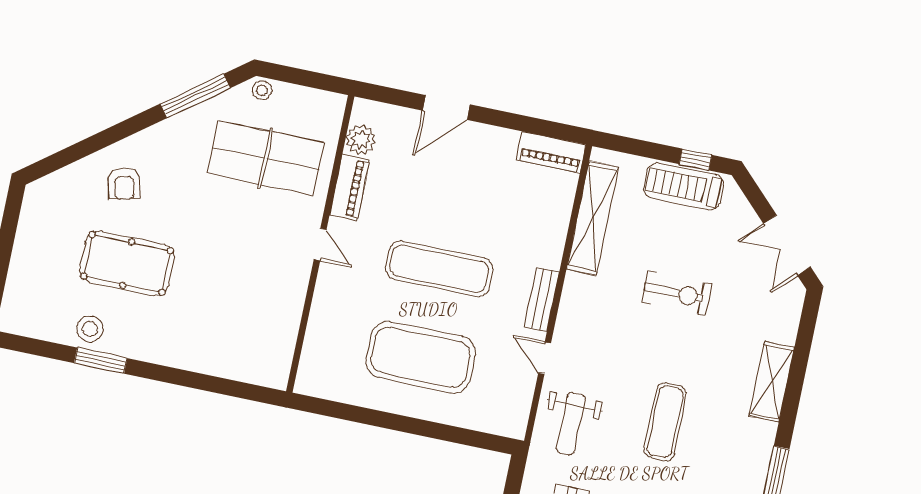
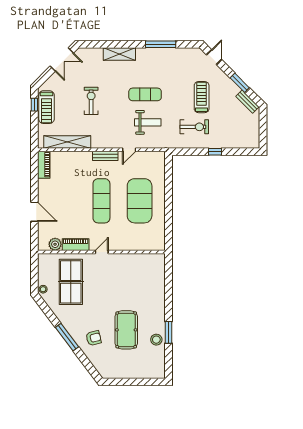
window: (195, 96) -> (67, 337), moved
weight bench: (571, 424) -> (148, 122), moved

